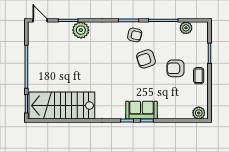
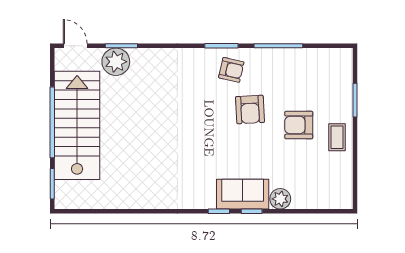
plant: (186, 28) -> (316, 58), removed
plant: (81, 30) -> (116, 62), moved
armchair: (146, 59) -> (250, 109), turned -74
stairs: (62, 106) -> (77, 125), moved, turned 90
plant: (199, 113) -> (280, 199), moved

